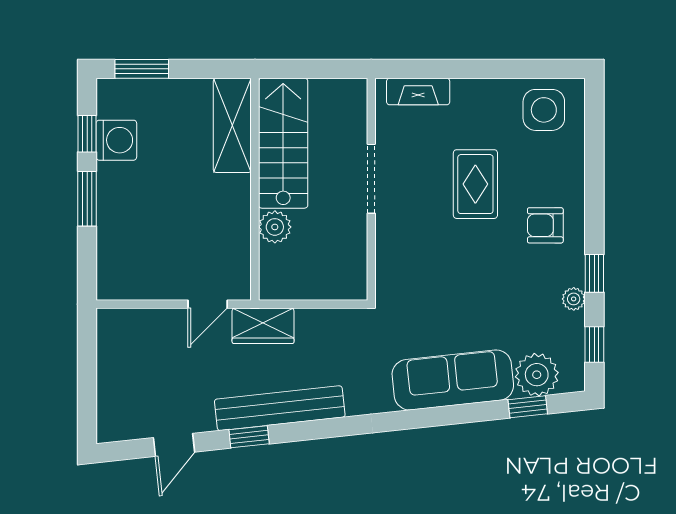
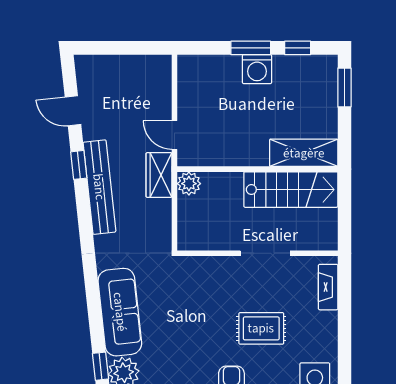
washing machine: (116, 140) -> (257, 69), moved
plant: (275, 227) -> (189, 184), moved

